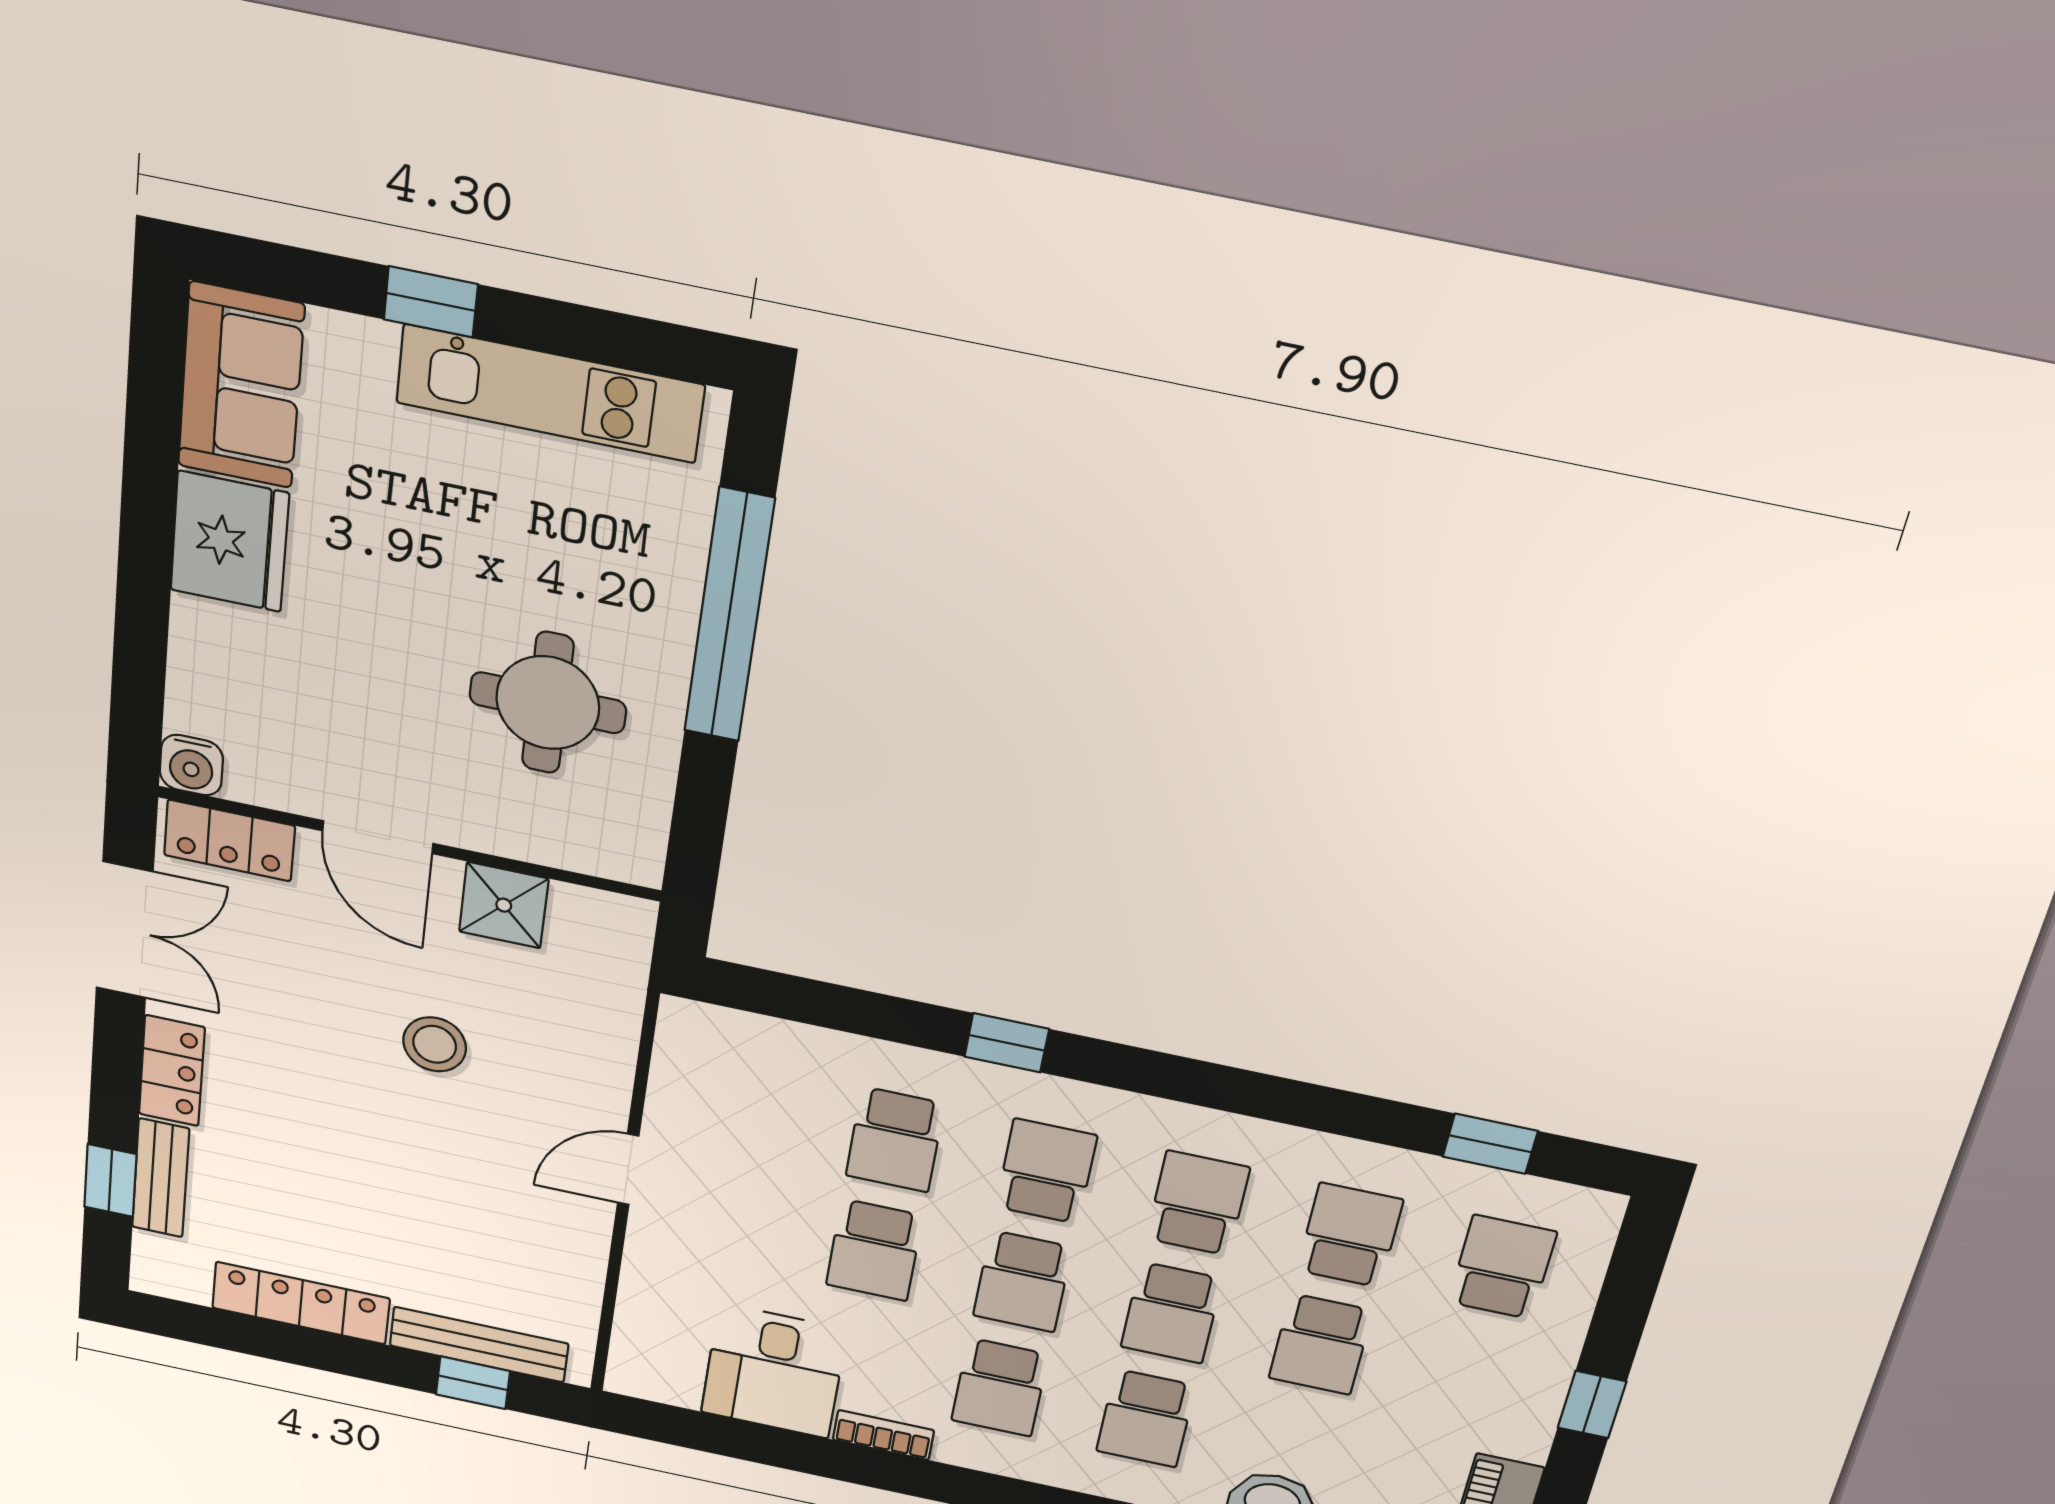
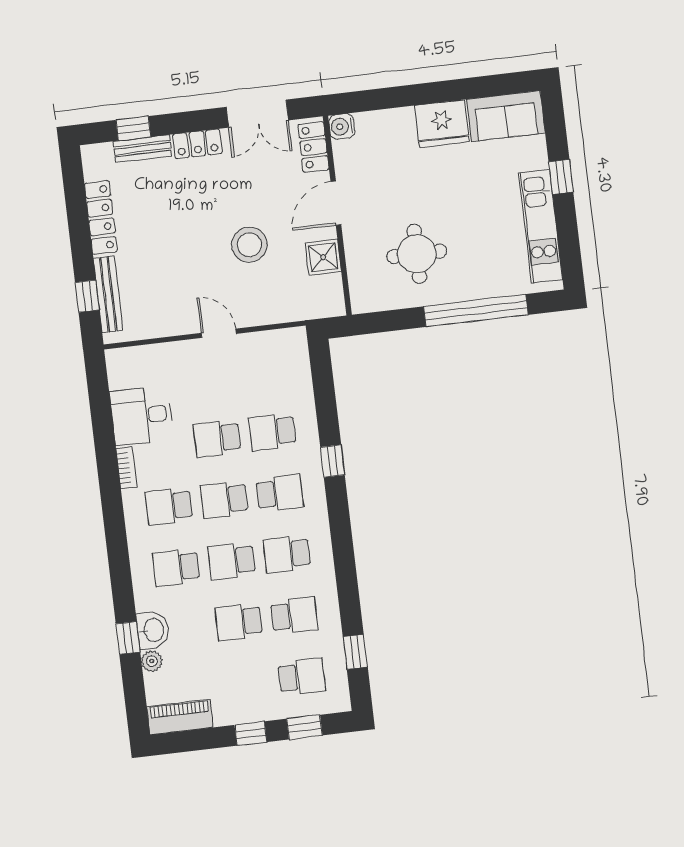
stool: (435, 1044) -> (249, 245), width x1.38, depth x1.38
school desk: (1198, 1203) -> (287, 554), turned 180
window: (1626, 1300) -> (304, 727), added

